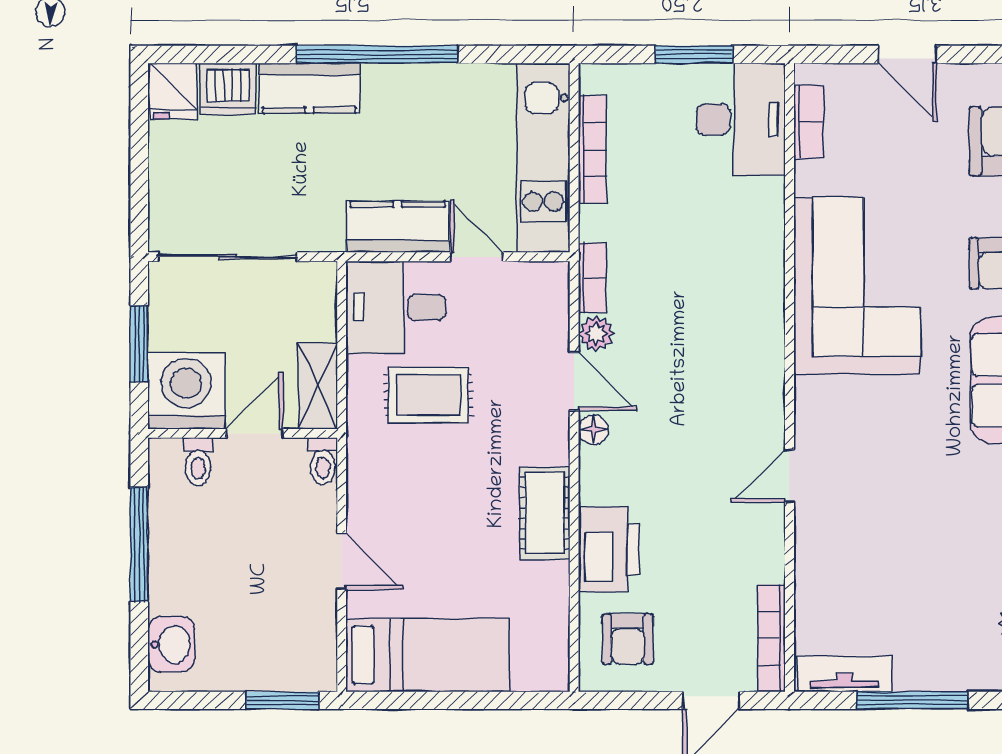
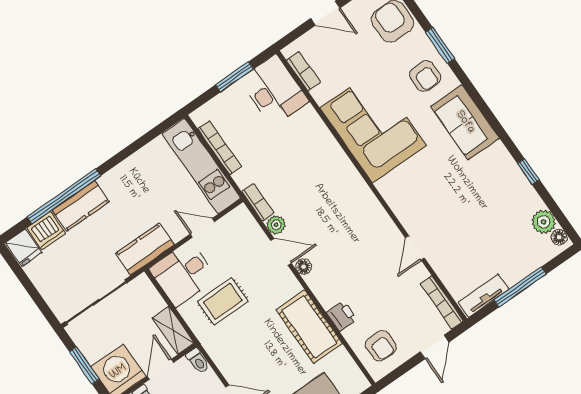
window: (377, 54) -> (64, 196), moved
kitchen counter: (398, 227) -> (145, 249), moved
door: (789, 476) -> (415, 248), moved
cot: (545, 513) -> (309, 327), width x1.37, depth x1.34
printer: (609, 549) -> (342, 316), width x0.53, depth x0.68

